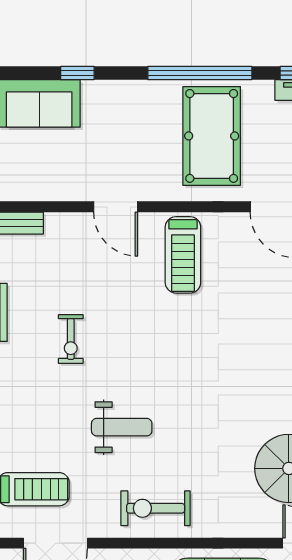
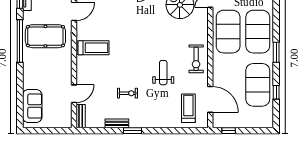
window: (77, 73) -> (20, 91), removed
door: (116, 207) -> (74, 94), moved

